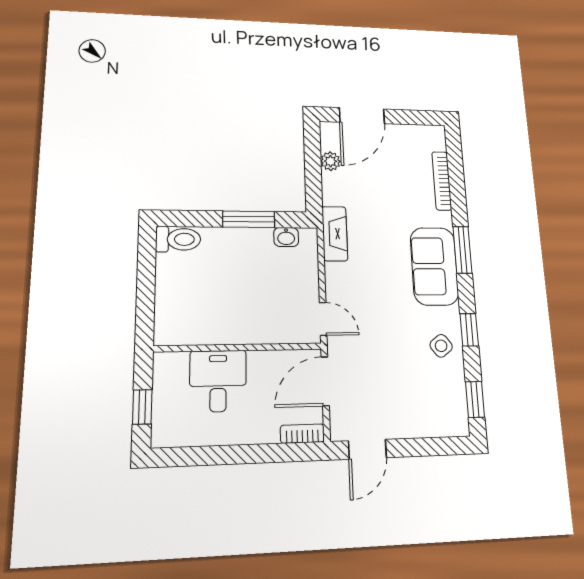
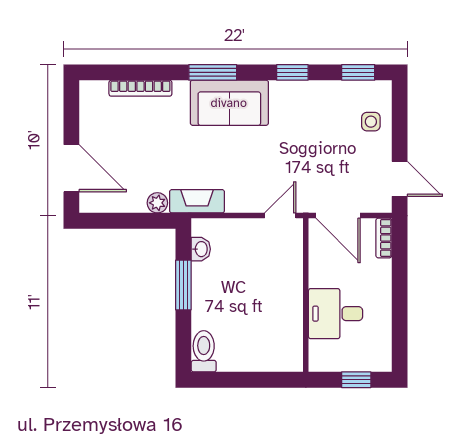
plant: (330, 161) -> (157, 203), moved
side table: (441, 346) -> (371, 122), moved, turned 37

